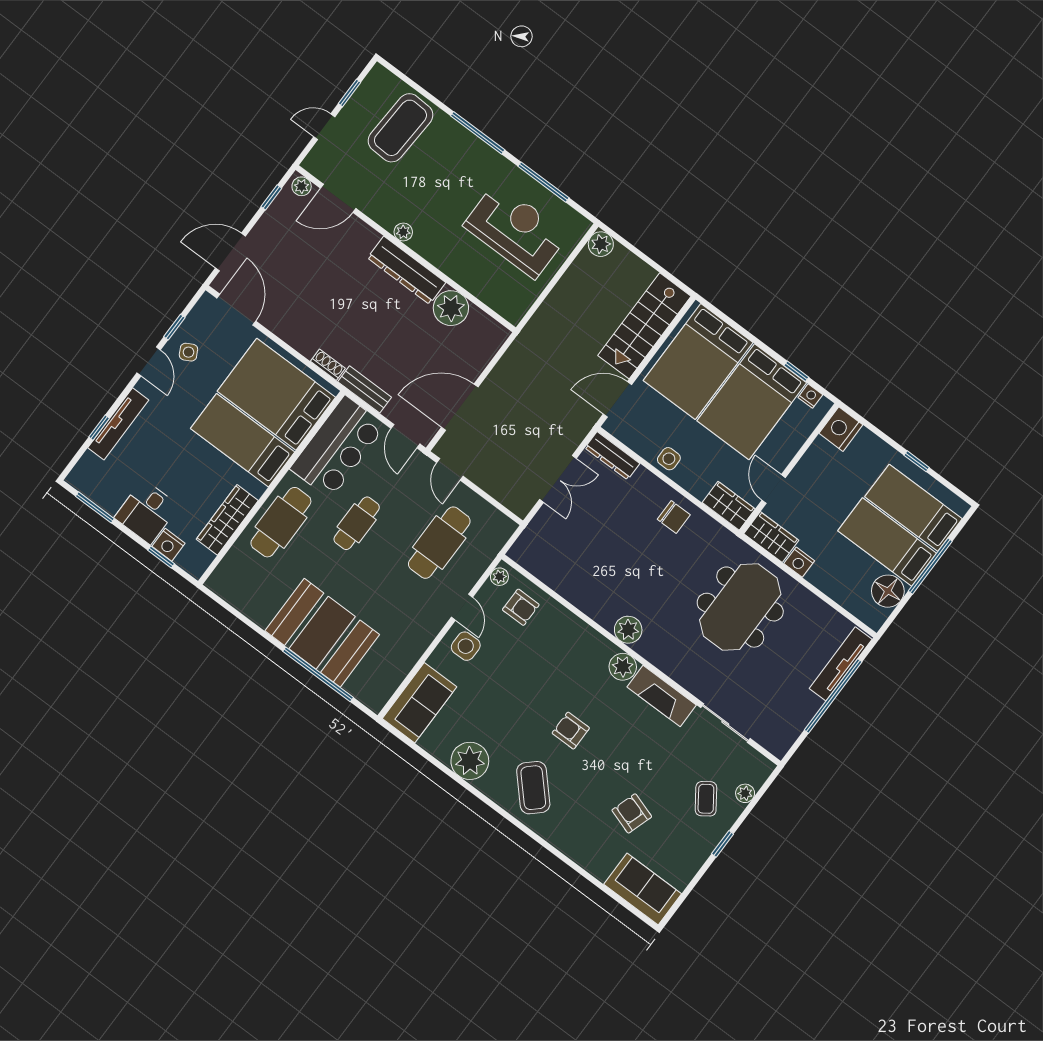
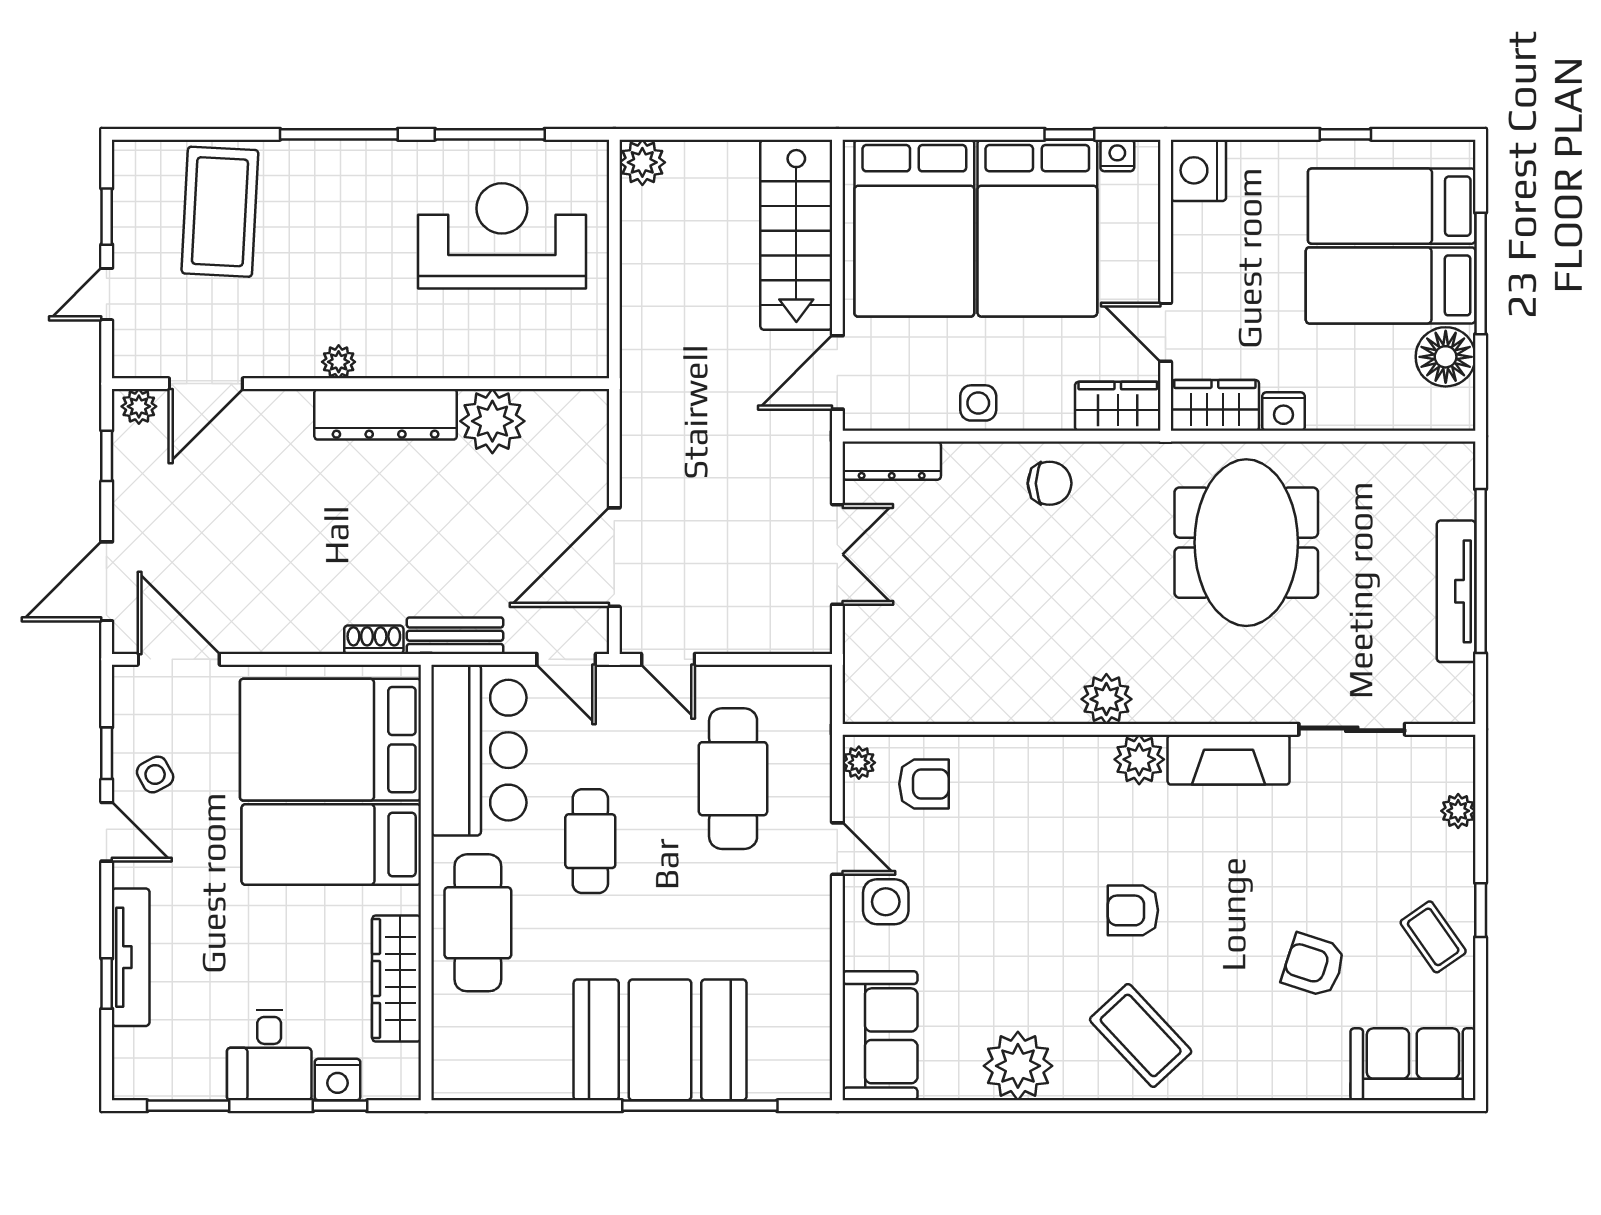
tv unit: (841, 664) -> (1456, 591), moved
coffee table: (706, 799) -> (1433, 937), moved

